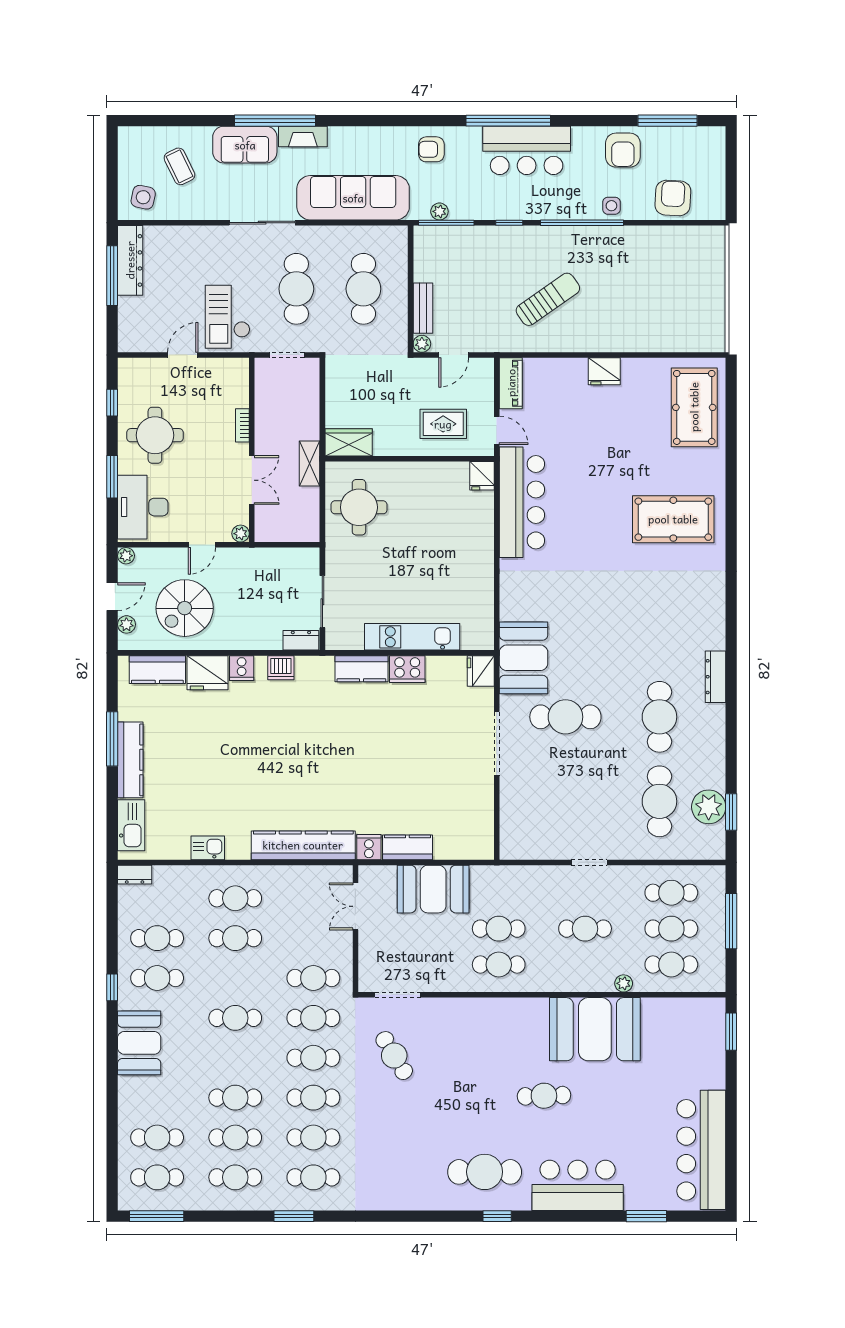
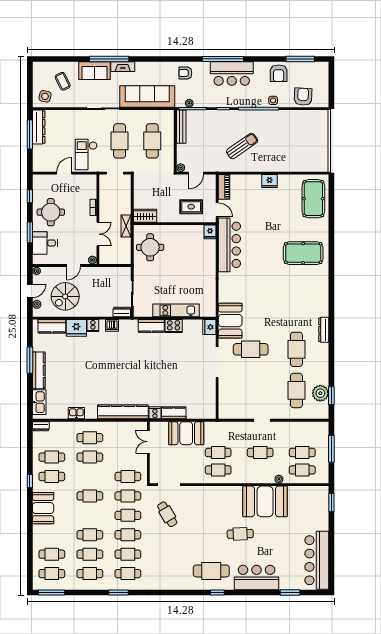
bench: (423, 308) -> (181, 127), moved, width x1.36
desk: (143, 507) -> (45, 243), width x0.73
cafe table: (671, 893) -> (302, 435), removed

